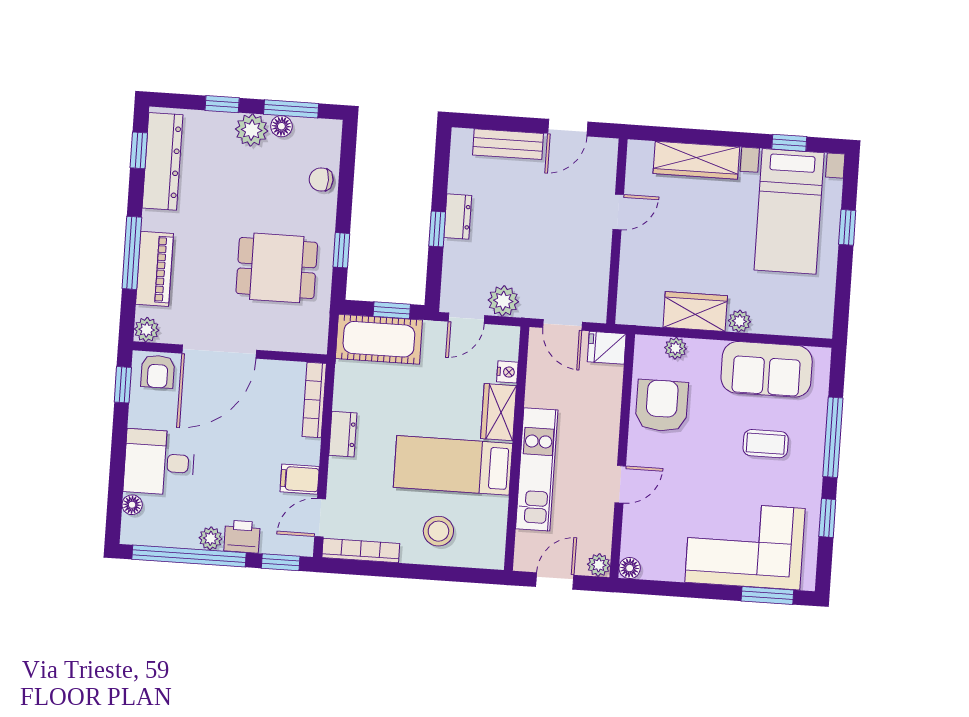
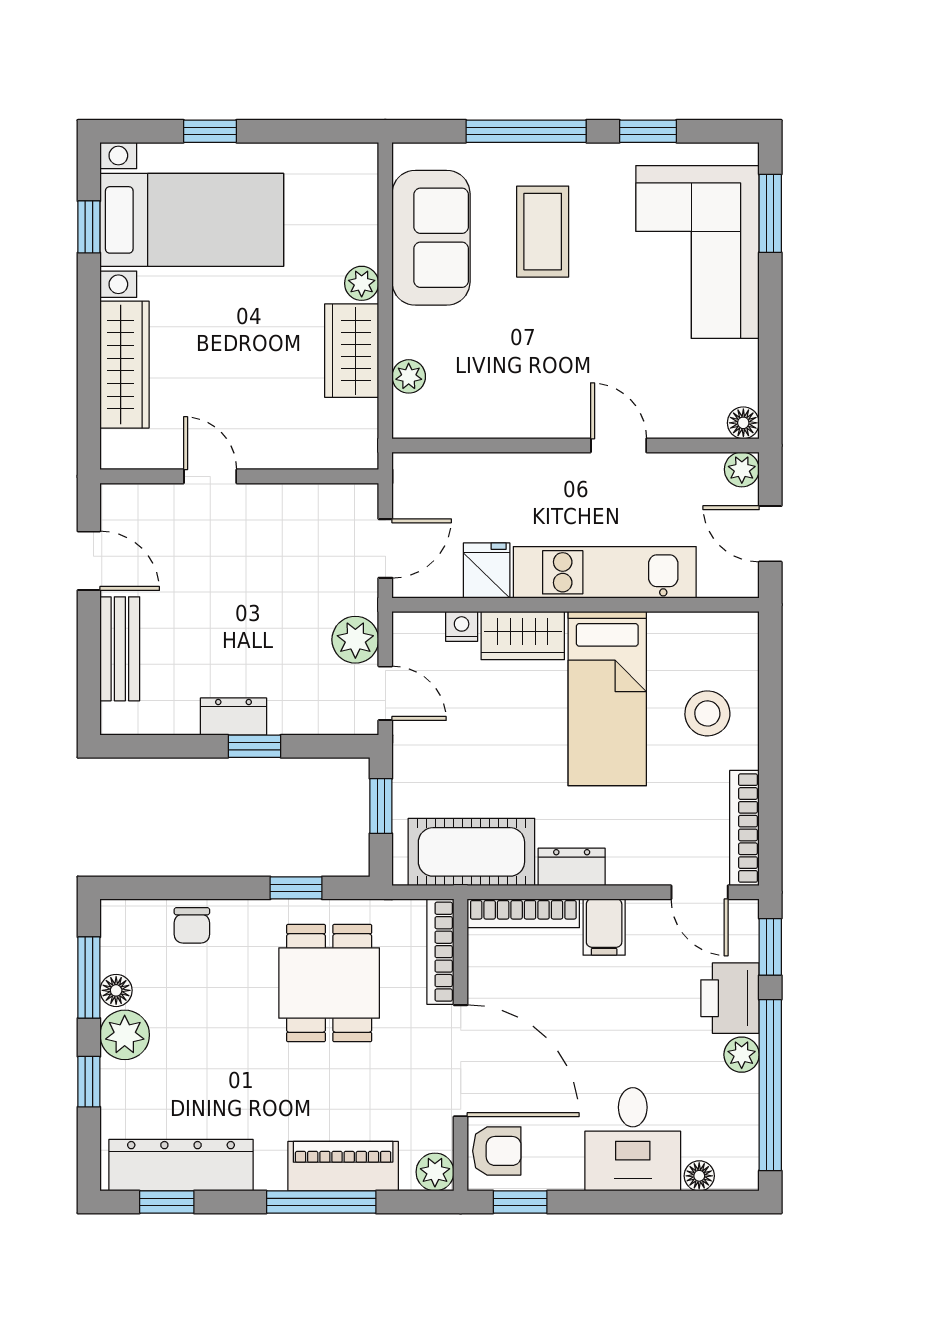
cot: (379, 339) -> (471, 852), moved, turned 90
bookcase: (292, 343) -> (440, 952), added
fridge: (607, 348) -> (487, 570), moved, turned 180
armchair: (662, 406) -> (496, 391), removed
coffee table: (766, 444) -> (543, 232), width x1.36, depth x1.30
filing cabinet: (300, 479) -> (604, 927), moved
printer: (242, 537) -> (730, 998), width x1.36, depth x1.24

